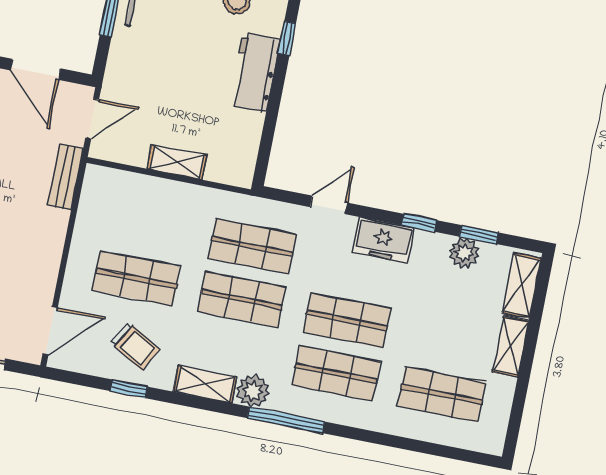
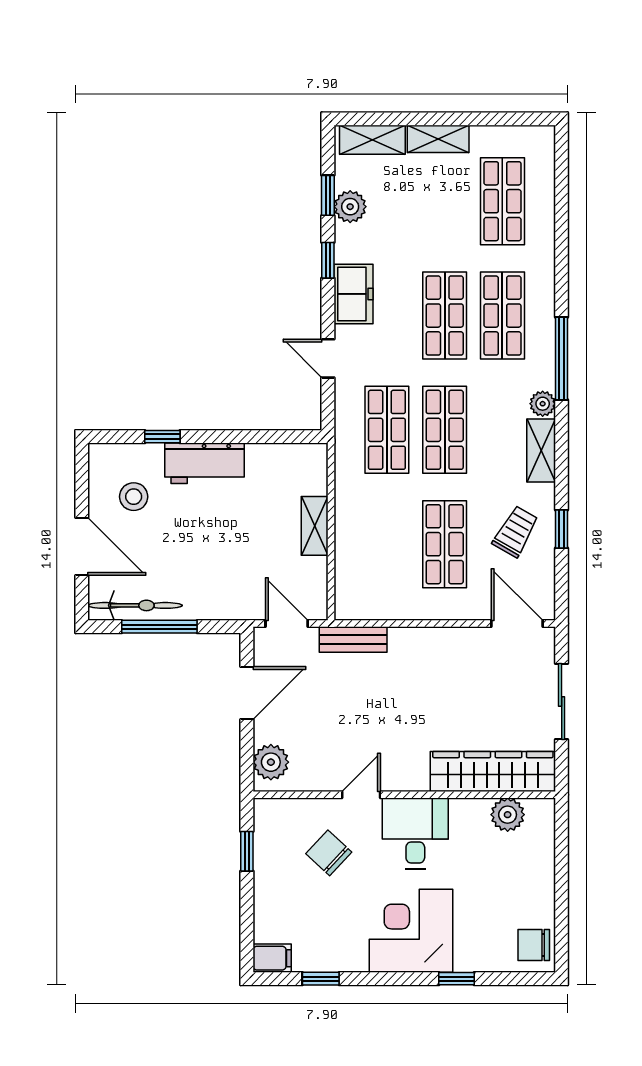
plant: (253, 391) -> (543, 404), width x0.73, depth x0.73

